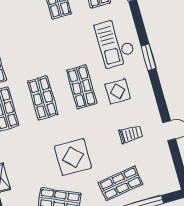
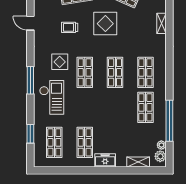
window: (149, 57) -> (30, 80), width x1.44
trolley: (131, 134) -> (70, 27), moved

